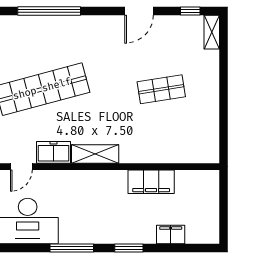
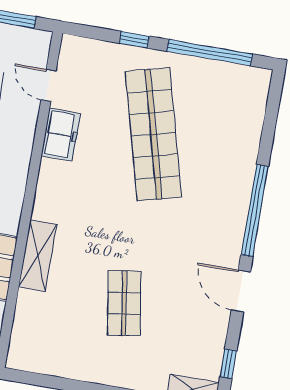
window: (49, 11) -> (255, 210), moved
shelving: (95, 154) -> (38, 256), moved

